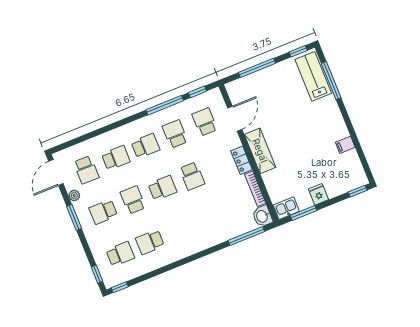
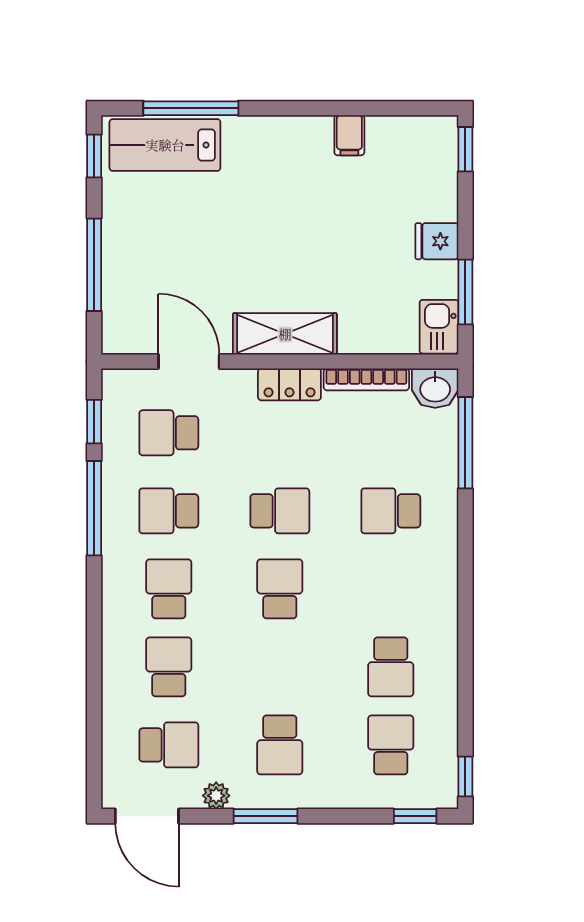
school desk: (133, 200) -> (391, 511), moved

